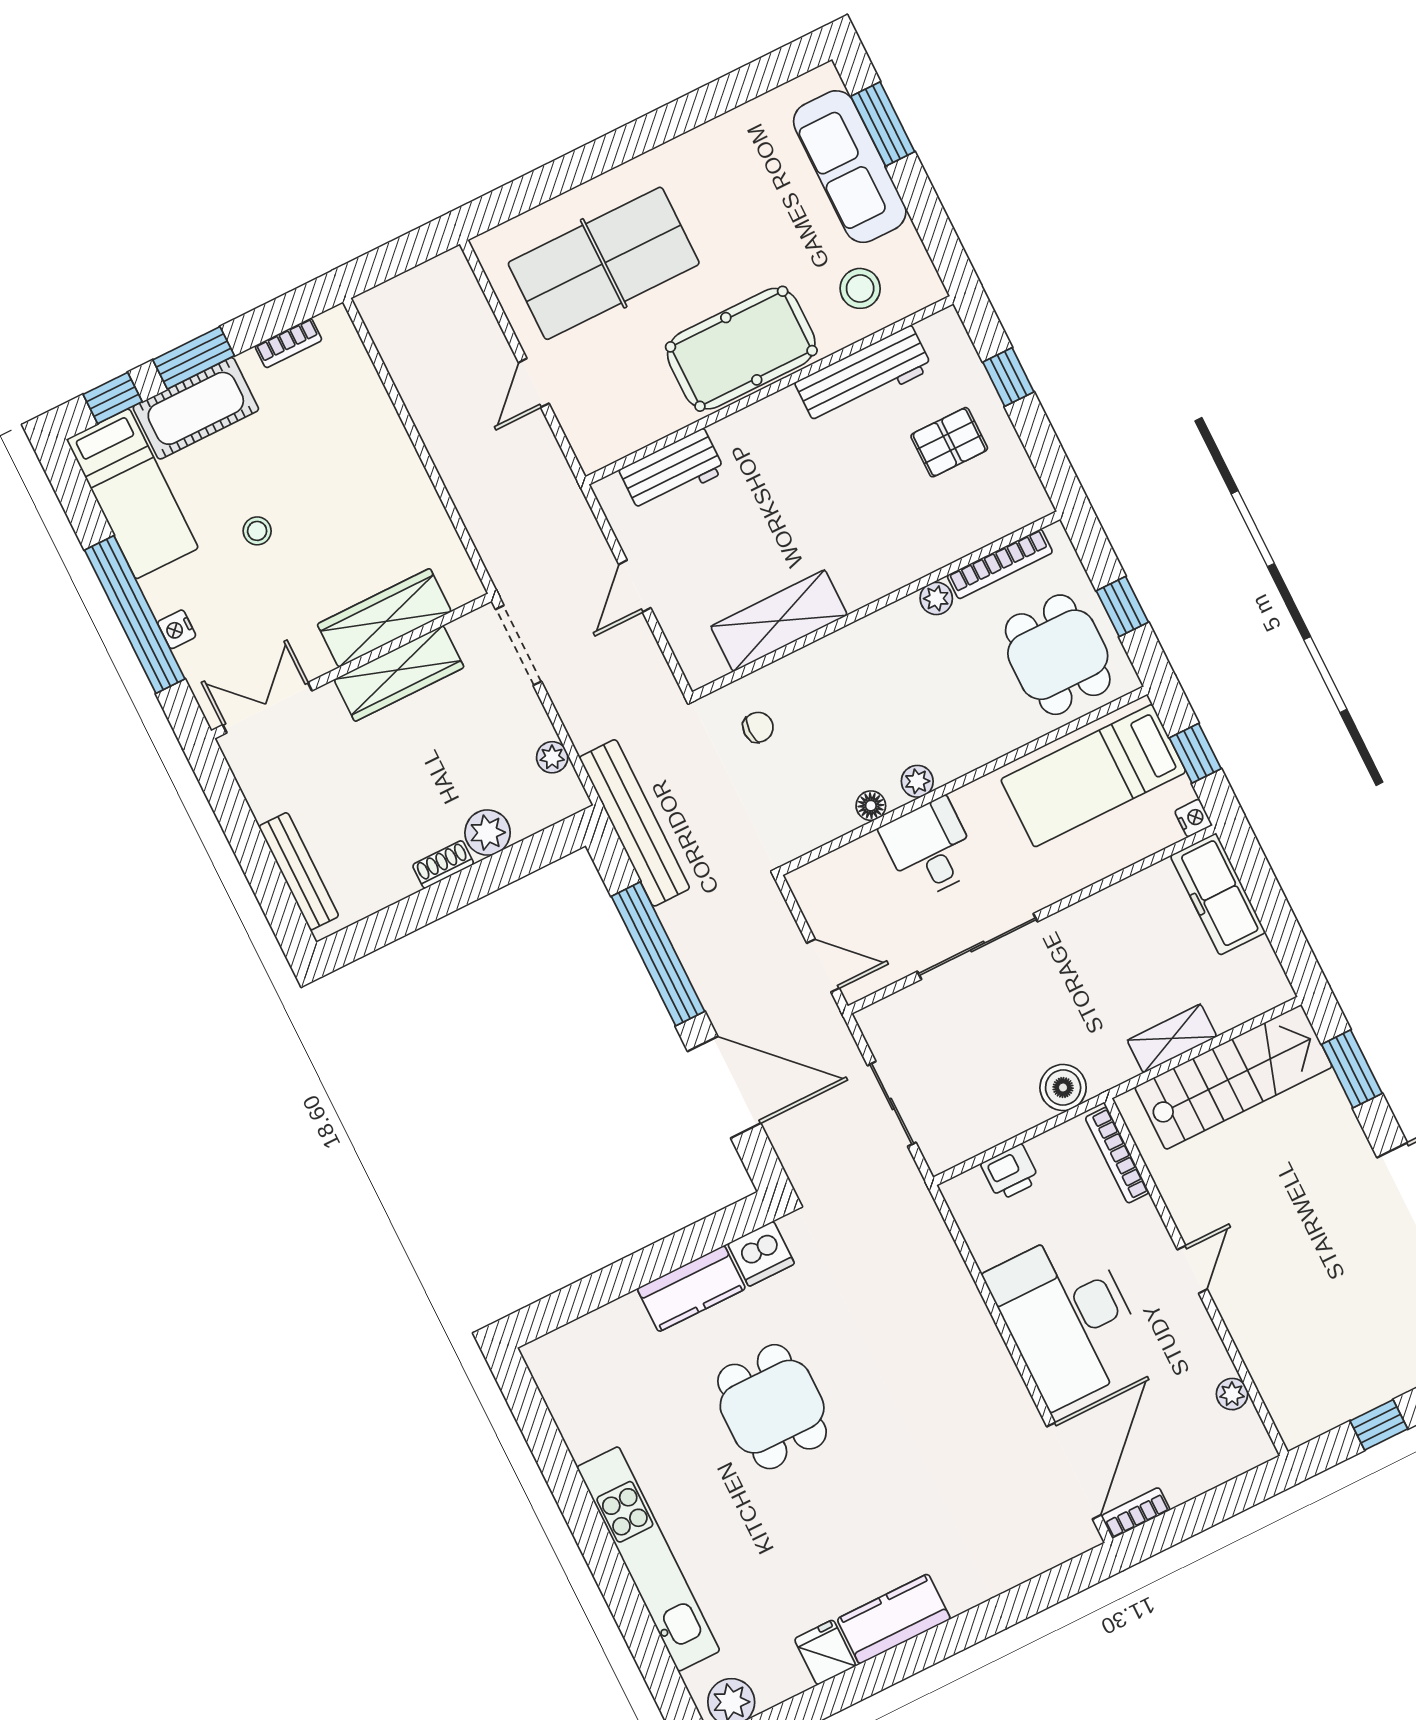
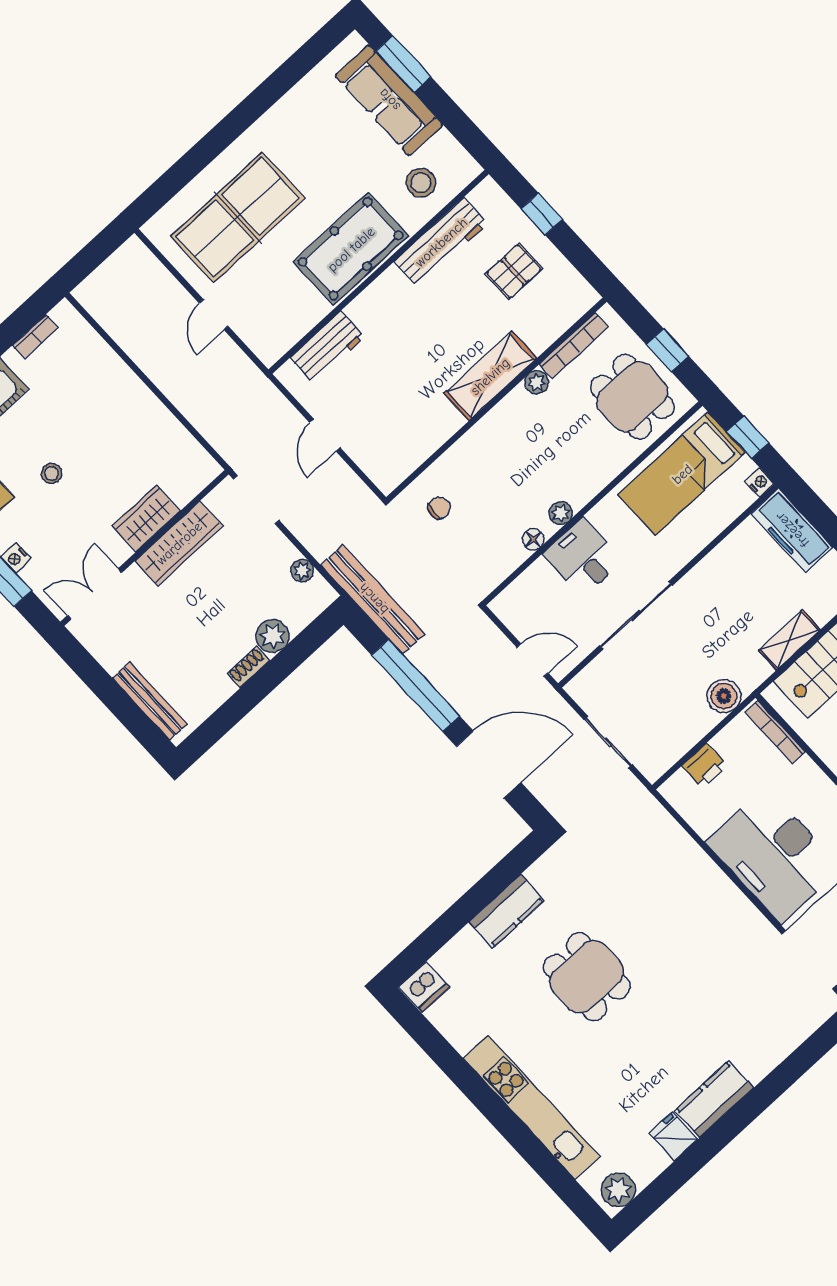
wardrobe: (384, 618) -> (146, 518), width x0.67
shelving: (779, 621) -> (490, 376), moved
dishwasher: (761, 1254) -> (424, 987), moved

